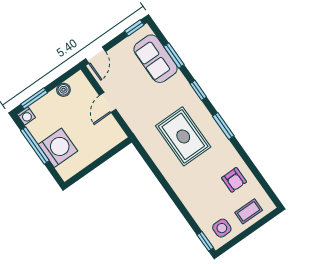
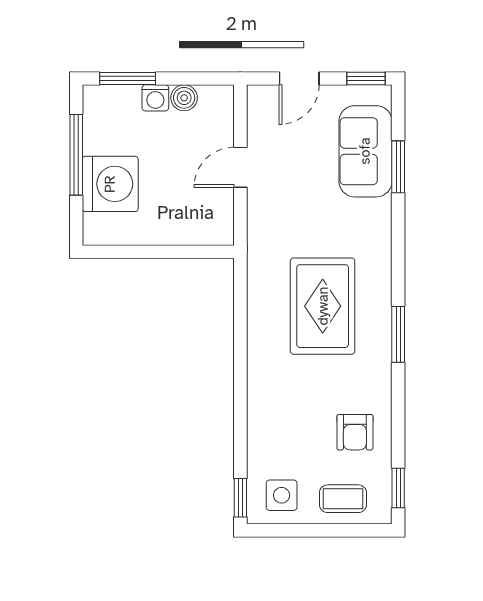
door: (96, 55) -> (299, 79), moved
window: (198, 90) -> (398, 488), moved
washing machine: (26, 116) -> (155, 98), moved

